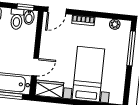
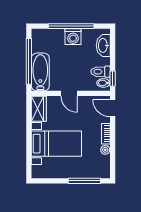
plant: (115, 24) -> (105, 150), moved
door: (35, 67) -> (69, 93), moved

